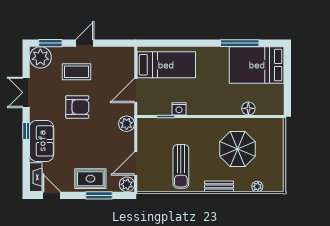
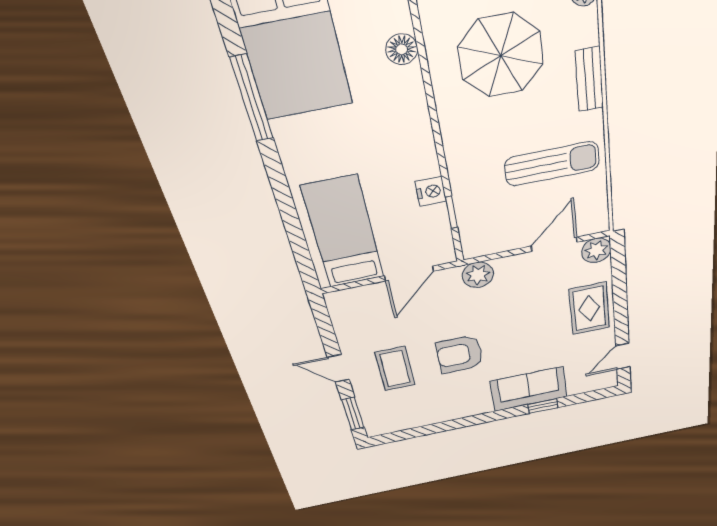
plant: (40, 57) -> (382, 421), removed
door: (136, 90) -> (409, 273), hinge flipped
double door: (26, 92) -> (448, 426), removed
armchair: (77, 107) -> (460, 354), turned -90
window: (26, 131) -> (543, 406), moved
door: (136, 163) -> (554, 244), swing flipped
fireplace: (36, 177) -> (592, 383), removed
window: (99, 195) -> (620, 289), removed

